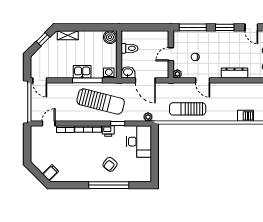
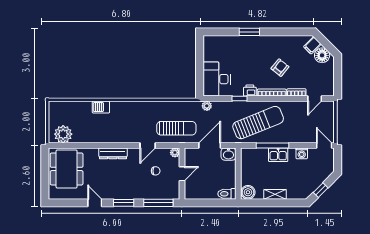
shelving: (68, 35) -> (275, 194), moved
toilet: (129, 48) -> (227, 194), moved
washing machine: (109, 73) -> (302, 153), moved
door: (145, 80) -> (210, 145), hinge flipped
door: (203, 80) -> (148, 145), swing flipped
sun lounger: (101, 101) -> (258, 123), turned 144
sun lounger: (188, 109) -> (176, 128), moved
floor lamp: (42, 163) -> (322, 55), added
armchair: (110, 164) -> (280, 68), moved
window: (109, 185) -> (249, 32), width x0.47

